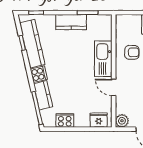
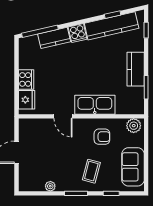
armchair: (132, 52) -> (102, 137), turned -90
door: (114, 87) -> (63, 116), swing flipped
cooker: (65, 120) -> (26, 79), moved
plant: (122, 121) -> (134, 126), moved

